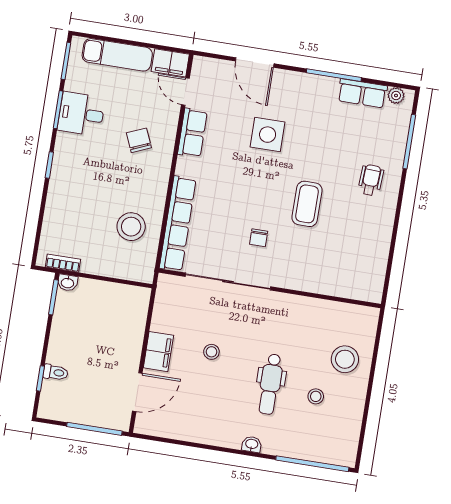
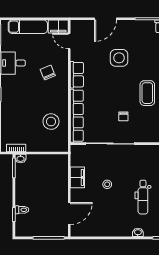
door: (255, 62) -> (105, 19), hinge flipped
row of seats: (192, 133) -> (77, 75), moved
filing cabinet: (158, 352) -> (77, 177), moved

